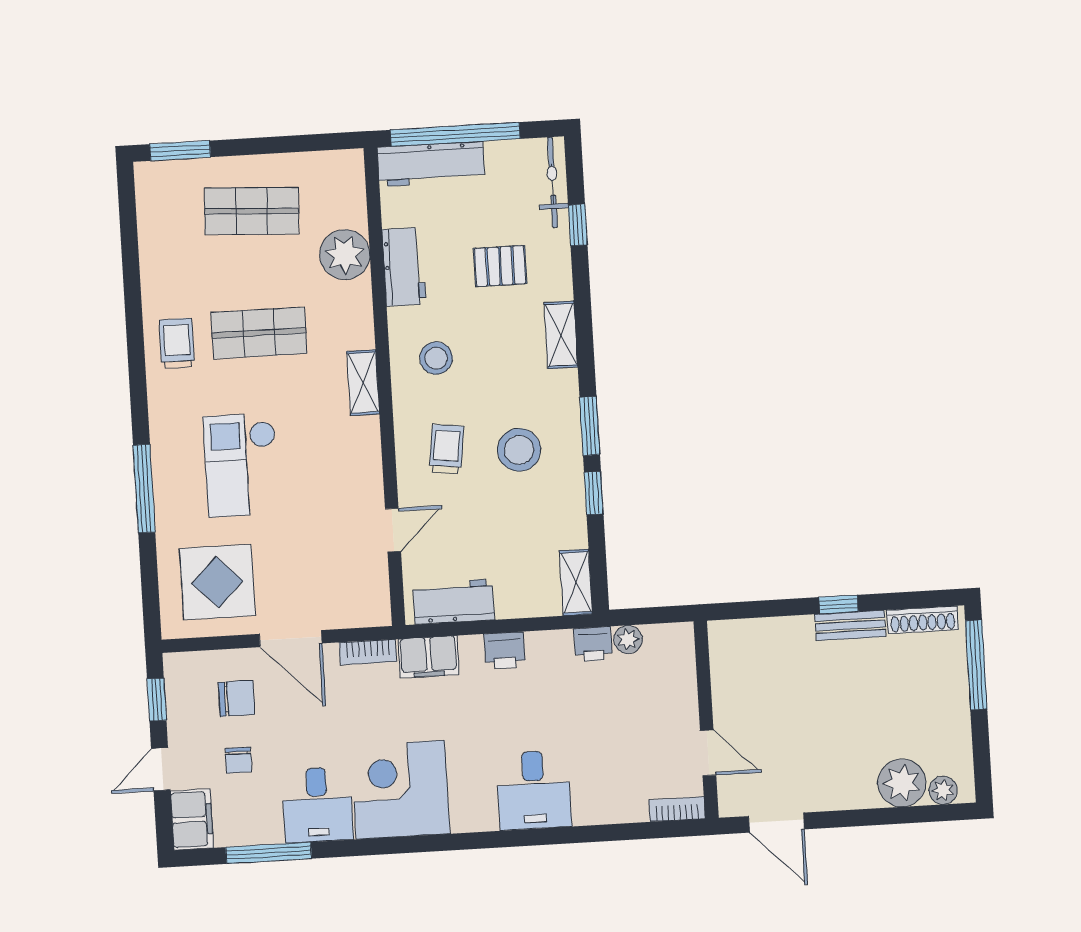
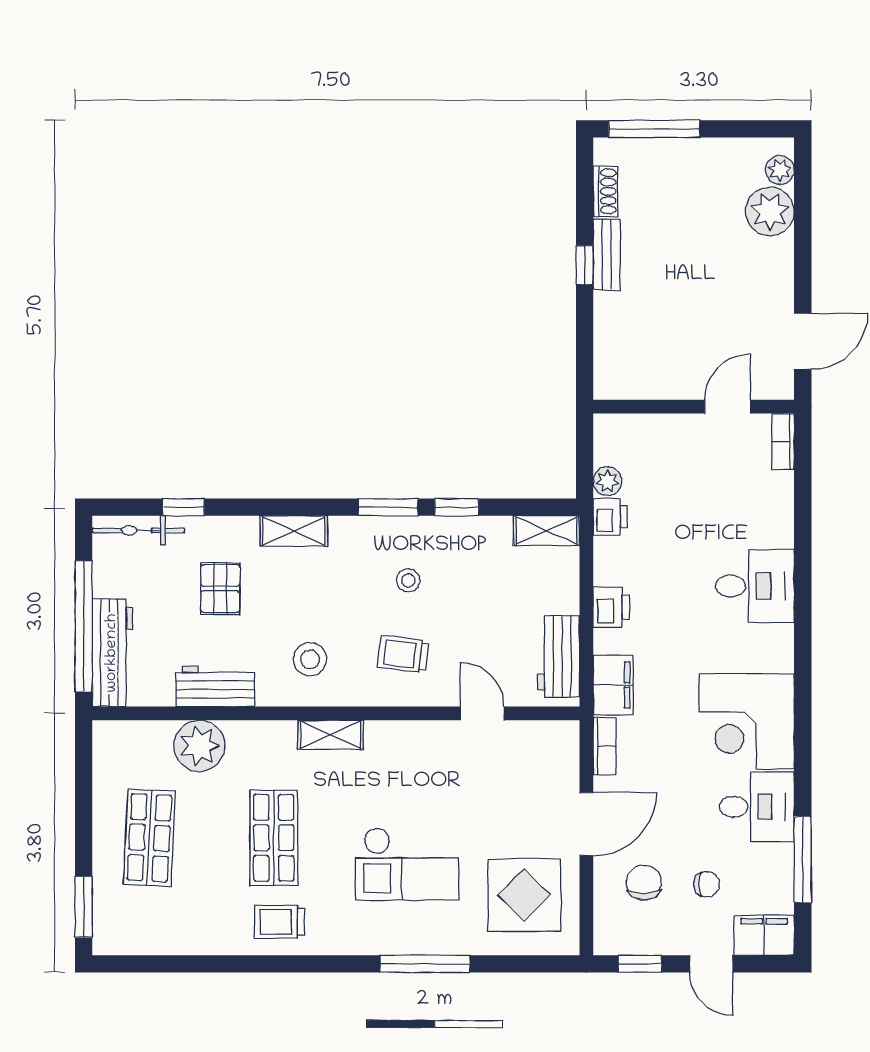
stool: (519, 450) -> (408, 580), width x0.53, depth x0.53
shoe rack: (923, 620) -> (605, 191), width x0.70

